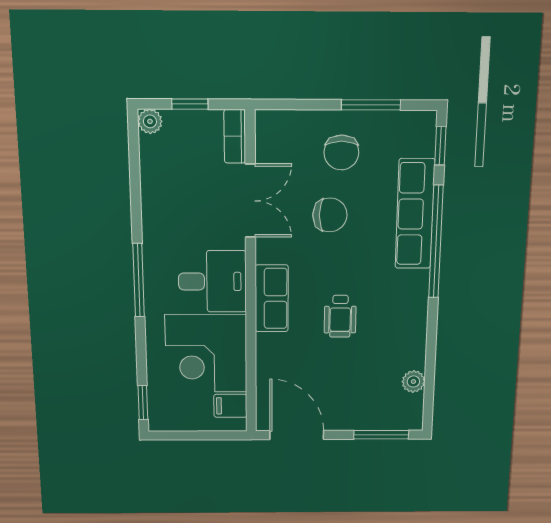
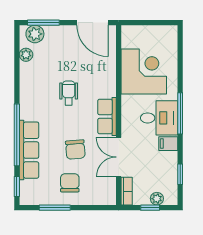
plant: (150, 121) -> (157, 199), moved
chair: (330, 215) -> (75, 149), turned -95
desk: (212, 281) -> (159, 118), moved, turned 180
row of seats: (272, 299) -> (107, 116), moved
window: (143, 403) -> (180, 174), moved
filing cabinet: (230, 406) -> (168, 144), moved, turned 180
plant: (396, 416) -> (35, 34), added

